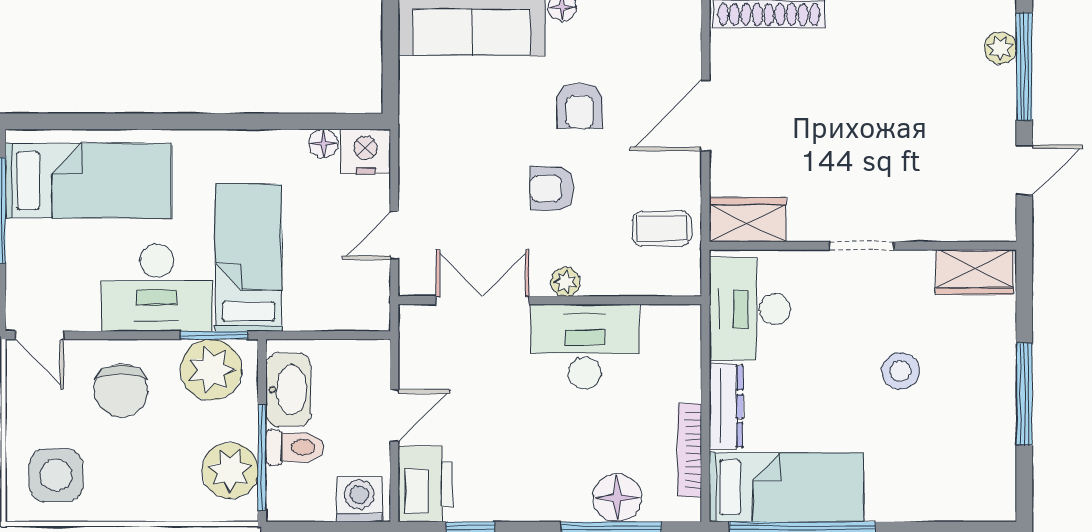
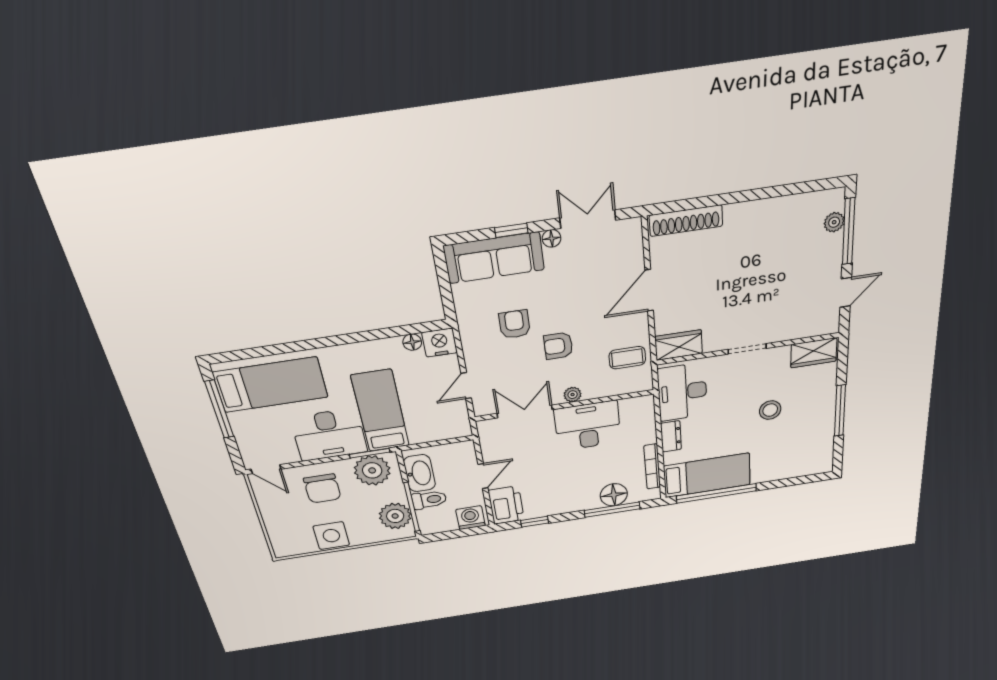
armchair: (580, 106) -> (515, 324), moved, turned 180
dresser: (726, 406) -> (671, 436), width x0.70
side table: (56, 475) -> (331, 536), moved

